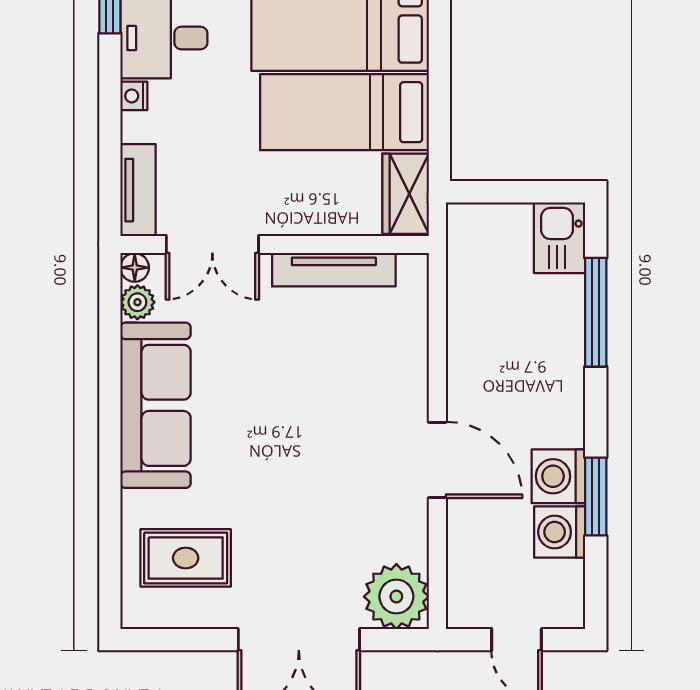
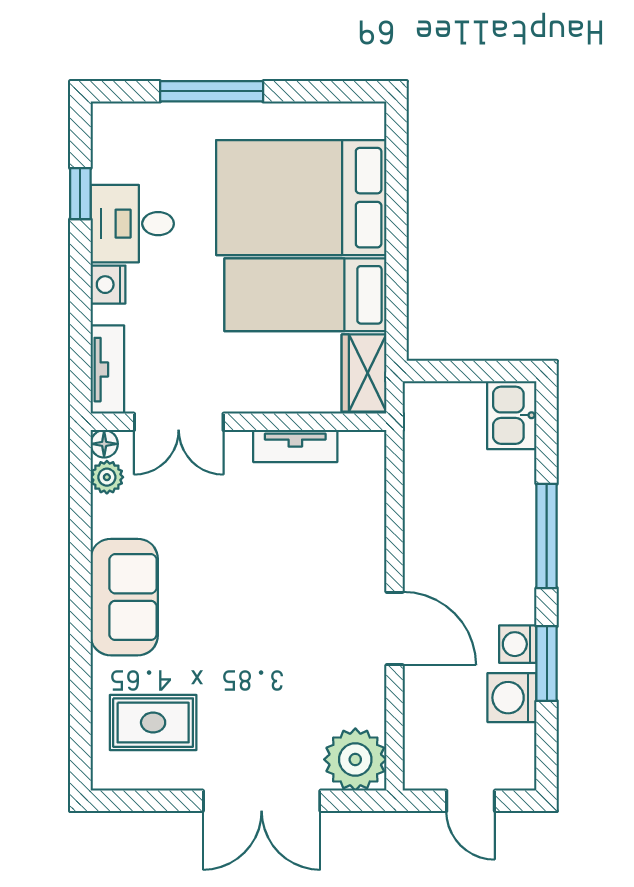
nightstand: (134, 96) -> (108, 285), width x1.39, depth x1.35
tv unit: (334, 270) -> (295, 446), width x0.71
window: (596, 312) -> (547, 536), moved
sofa: (156, 405) -> (124, 597), width x0.73
washing machine: (558, 476) -> (518, 644), width x0.73, depth x0.73

